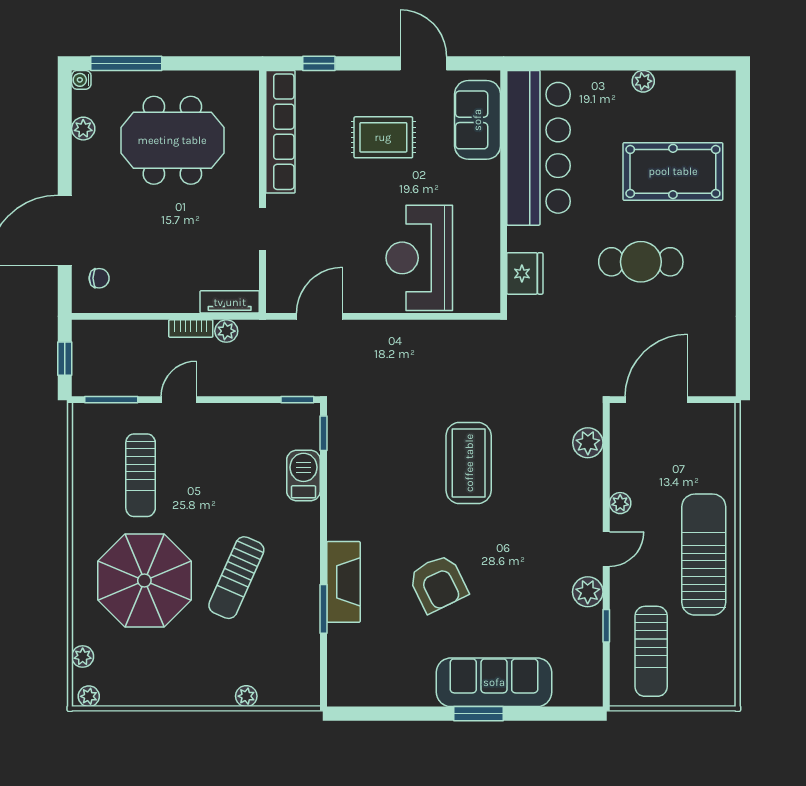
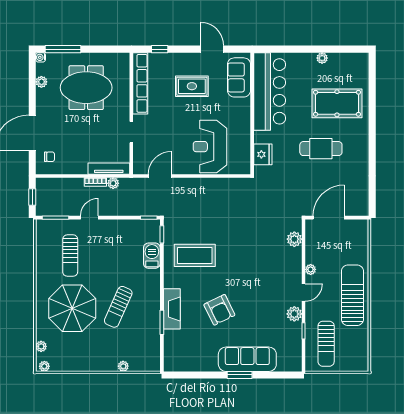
tv unit: (230, 302) -> (109, 169), width x1.41
coffee table: (469, 463) -> (195, 255), moved, turned 90

